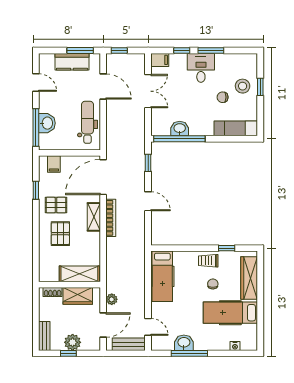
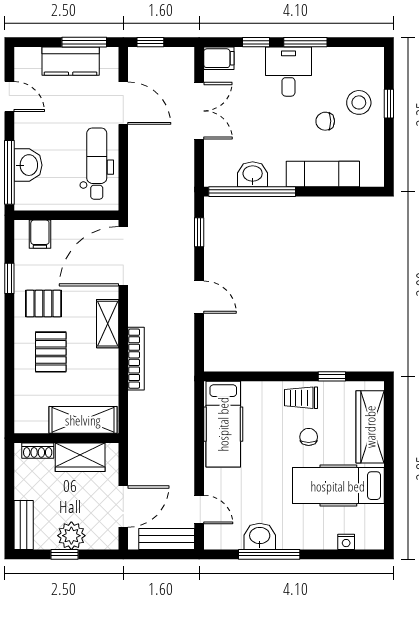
exam couch: (236, 128) -> (323, 174), moved
bookcase: (111, 218) -> (136, 359), moved
plant: (112, 299) -> (138, 463), removed

